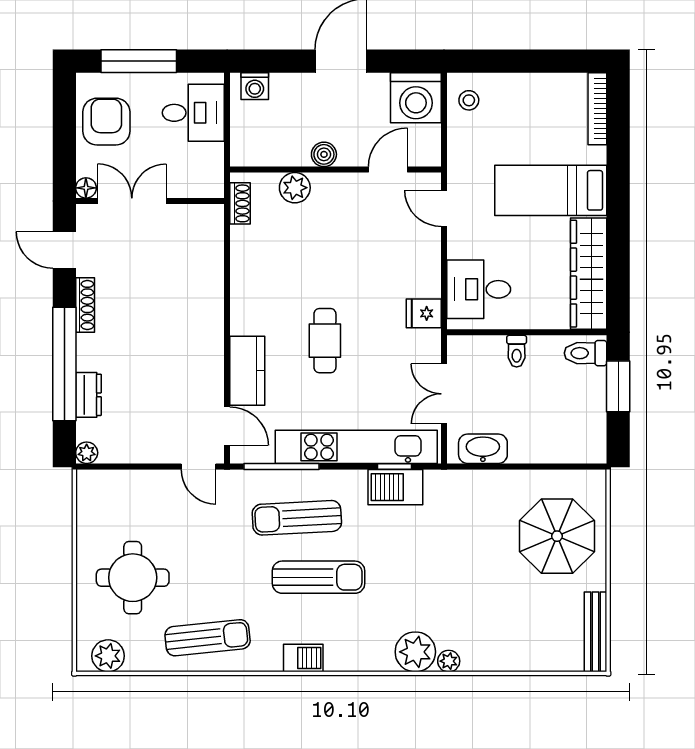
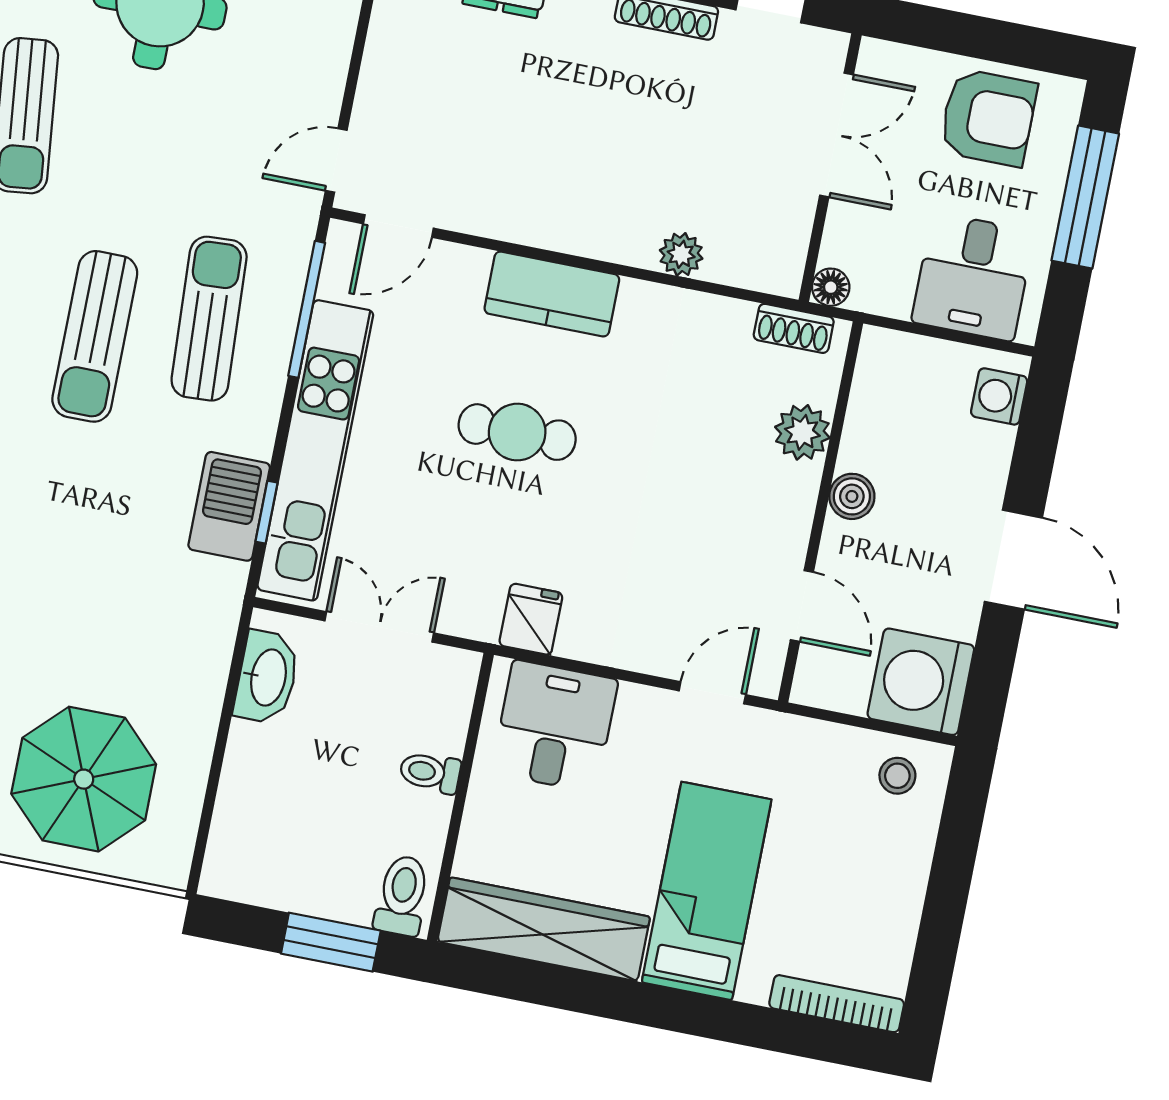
floor lamp: (86, 188) -> (831, 287), moved
plant: (212, 272) -> (681, 254), added
kitchen counter: (247, 371) -> (552, 294), moved

